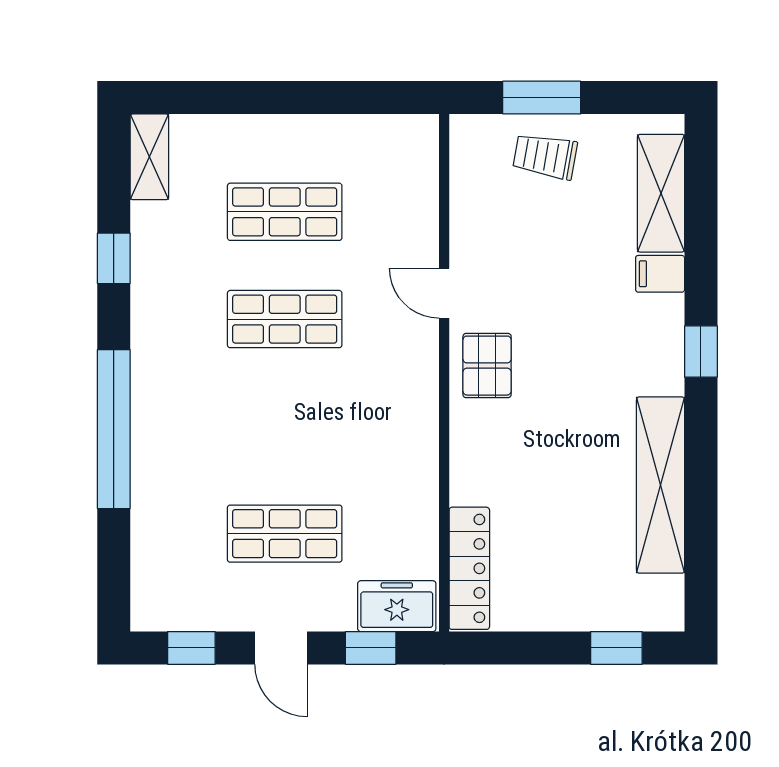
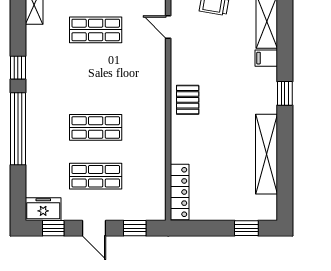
window: (114, 258) -> (18, 68), moved
door: (444, 293) -> (168, 27), moved
shop shelf: (285, 319) -> (96, 127), moved
freezer: (397, 606) -> (43, 209), moved

